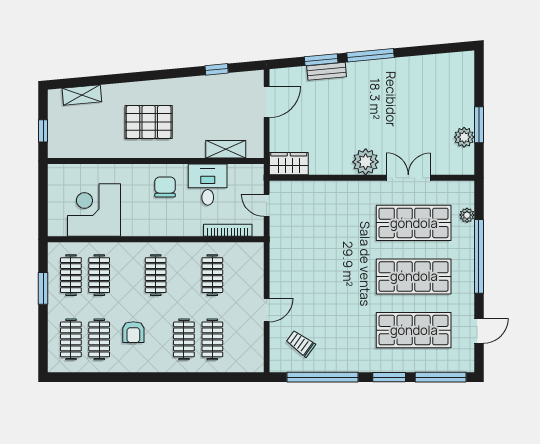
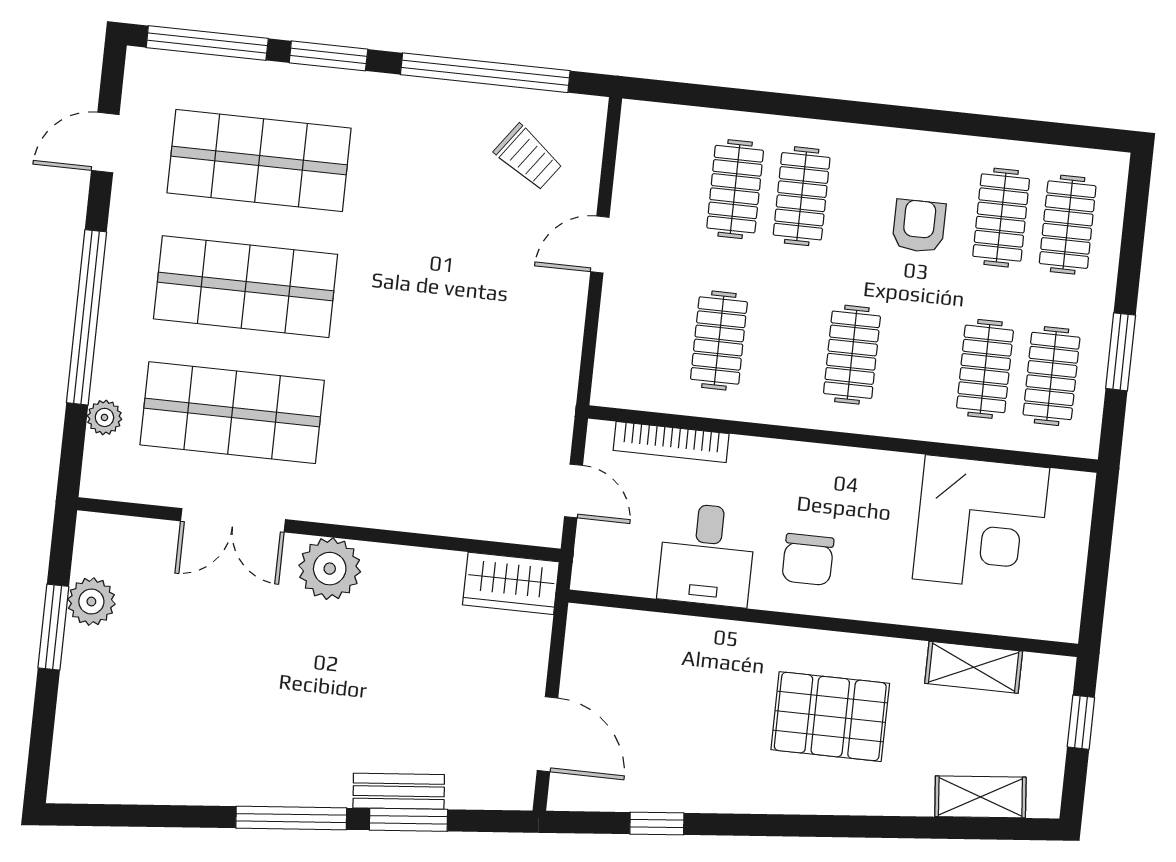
door: (267, 102) -> (548, 734), swing flipped
shelving: (226, 149) -> (974, 667), moved

